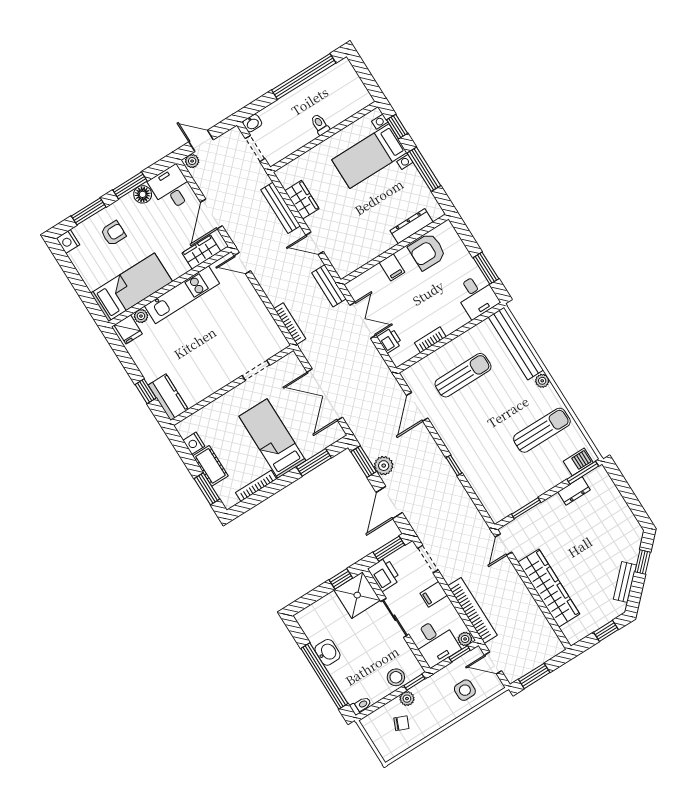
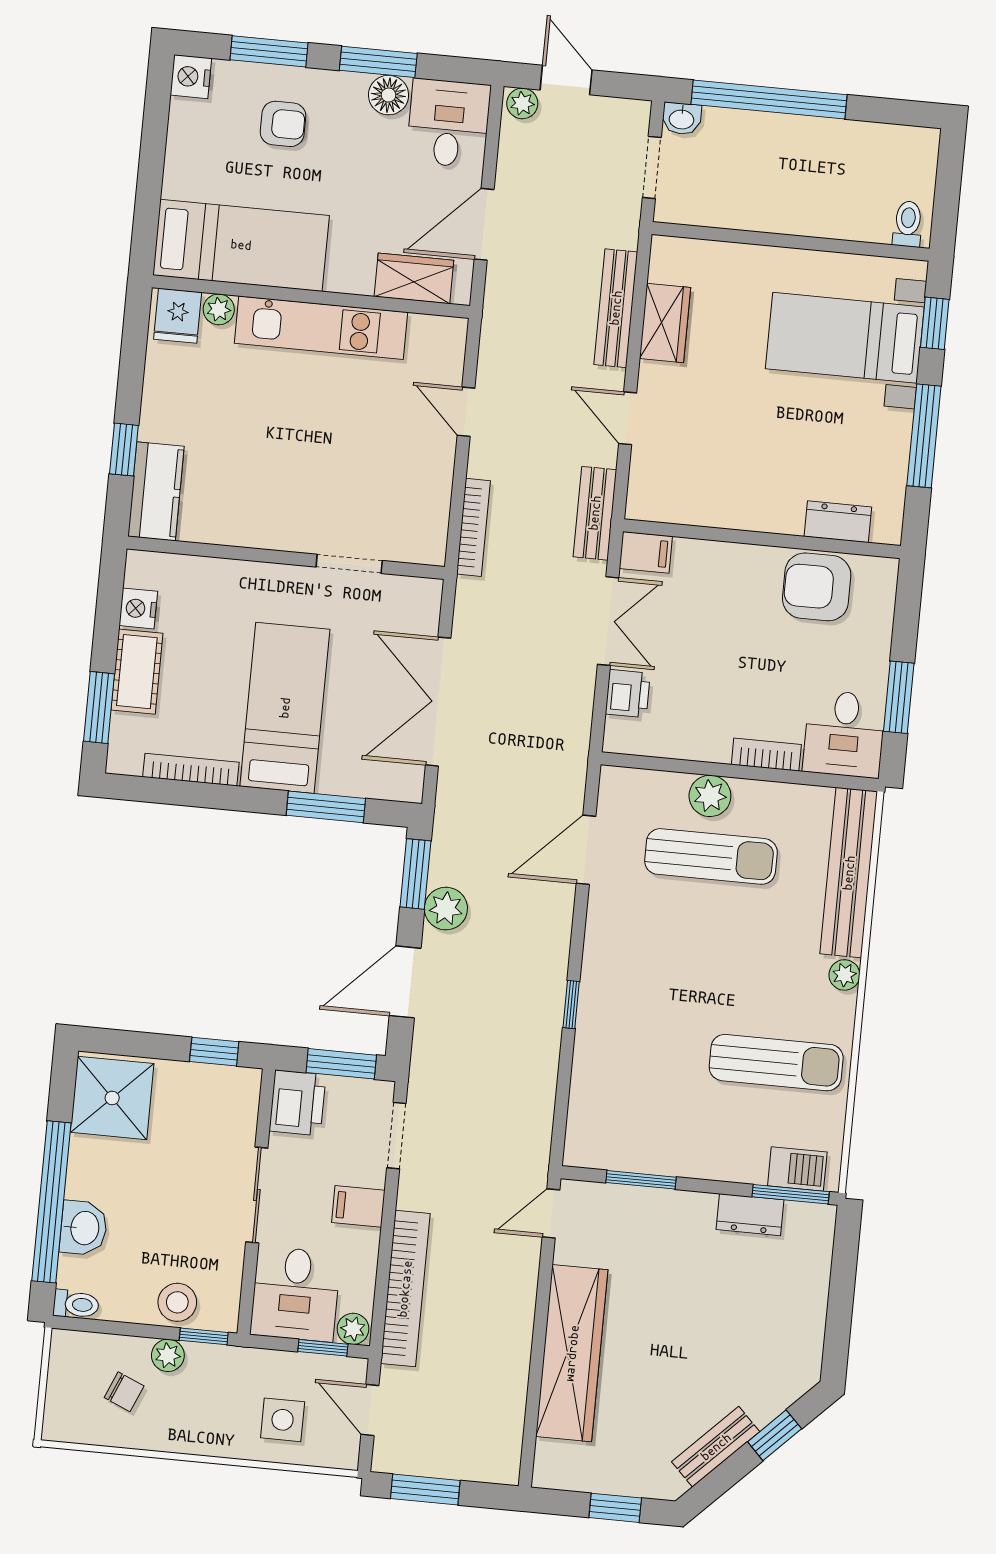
window: (304, 76) -> (769, 100), moved
toilet: (320, 124) -> (908, 224), moved
dresser: (412, 226) -> (838, 522), width x0.70
door: (242, 263) -> (466, 412), moved
filing cabinet: (392, 267) -> (646, 552), moved, turned -90
bookcase: (430, 340) -> (766, 755), moved
plant: (446, 354) -> (710, 796), added
shower: (357, 595) -> (112, 1098), moved
washbasin: (327, 652) -> (84, 1228), moved

